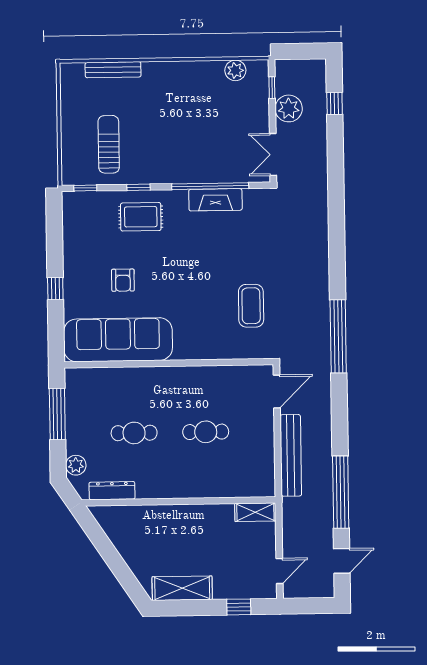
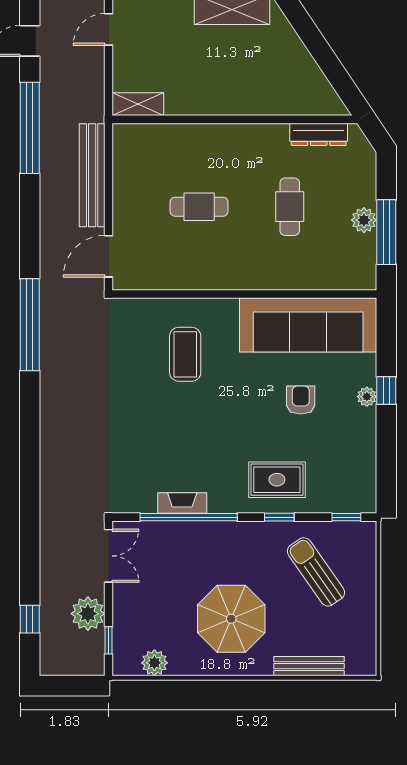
parasol: (175, 106) -> (231, 619), added
sun lounger: (109, 144) -> (316, 572), turned 145
fireplace: (215, 200) -> (182, 503), width x0.73, depth x0.76
plant: (71, 284) -> (367, 397), added
coffee table: (251, 306) -> (185, 354), moved
cafe table: (134, 433) -> (290, 207), turned 90
plant: (76, 465) -> (364, 220), moved

